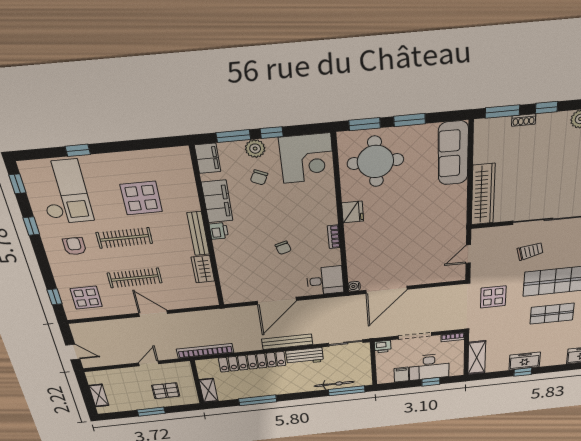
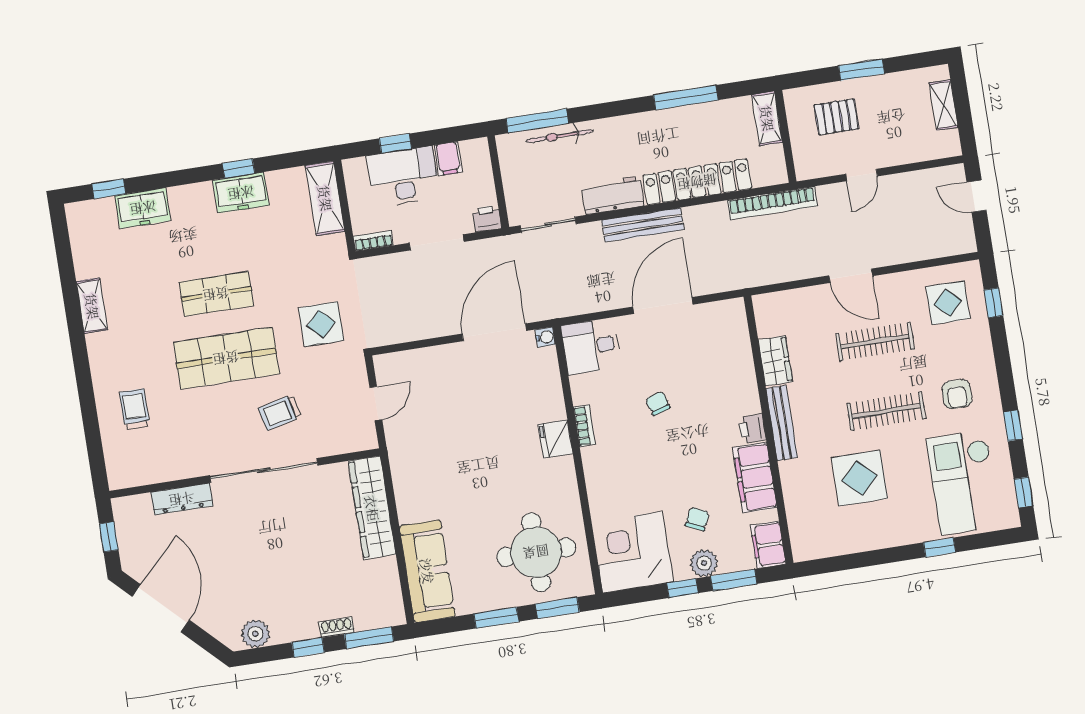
fridge: (353, 212) -> (556, 439), moved

